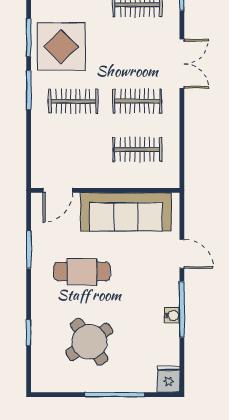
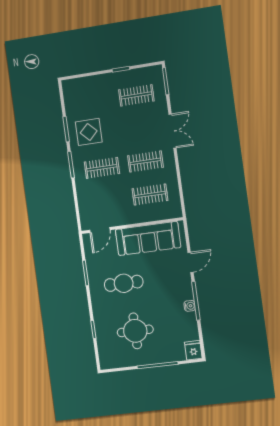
display table: (61, 47) -> (89, 132), width x0.73, depth x0.73
door: (182, 254) -> (191, 262), hinge flipped
round table: (89, 342) -> (135, 331), turned 35

